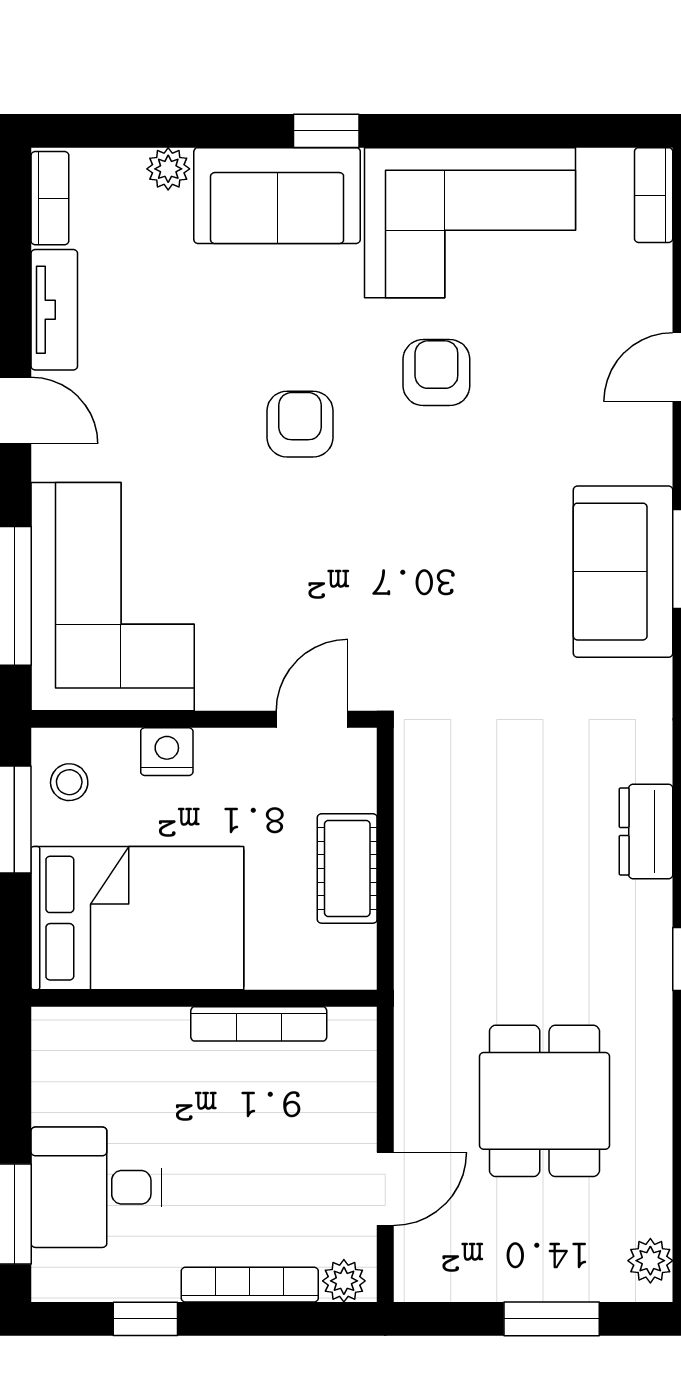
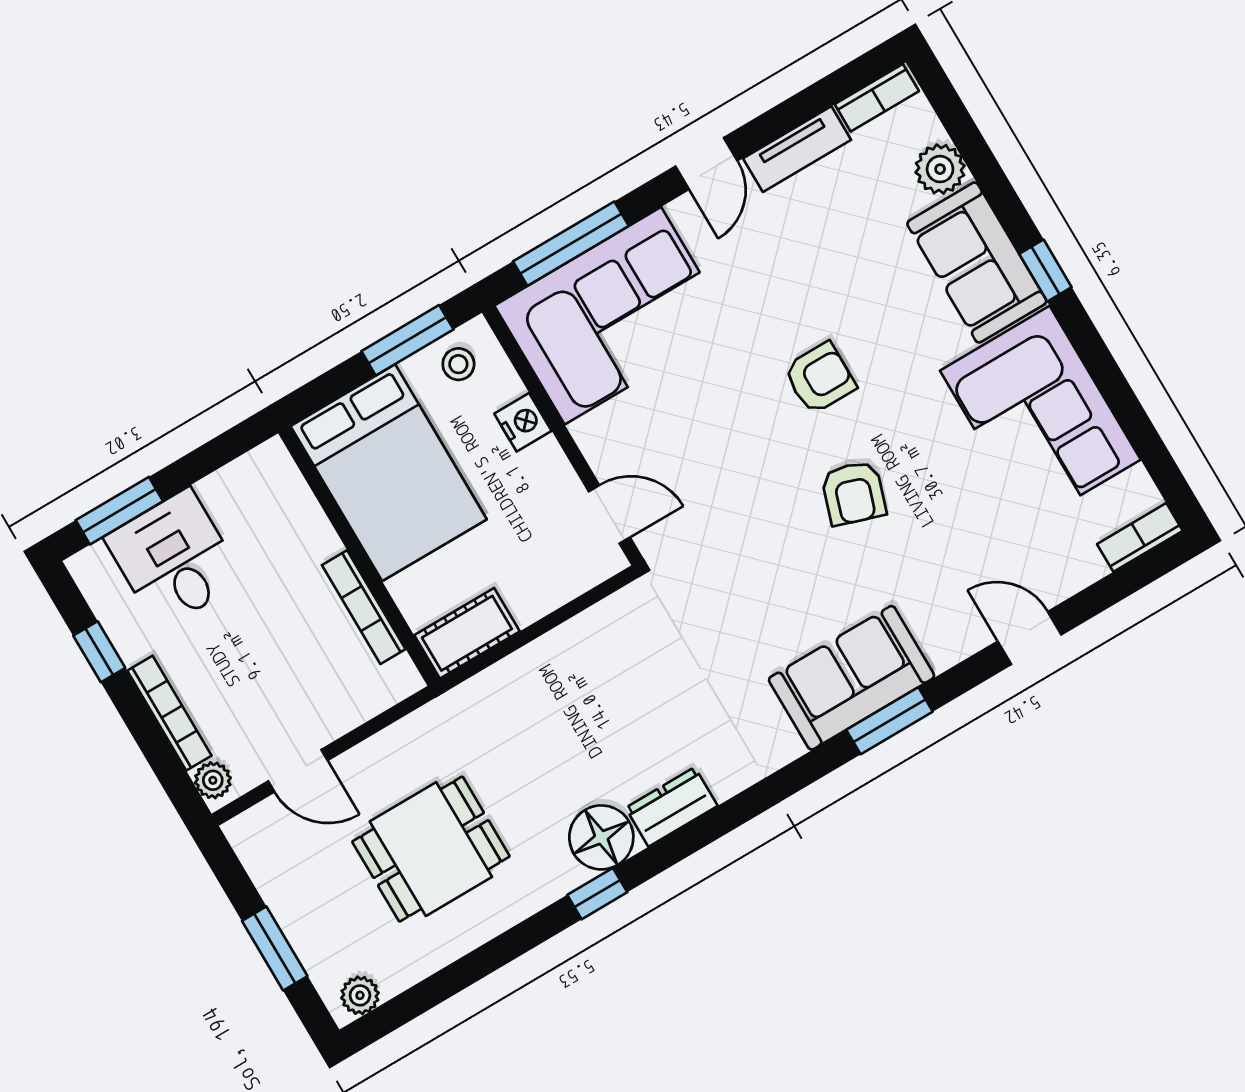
plant: (168, 169) -> (940, 169), width x1.38, depth x1.38
armchair: (436, 373) -> (854, 493), moved, turned 108
cot: (347, 868) -> (467, 633), moved
floor lamp: (635, 921) -> (601, 837), added

